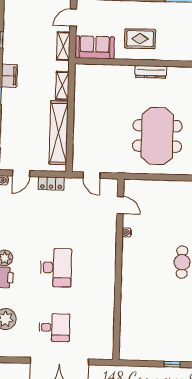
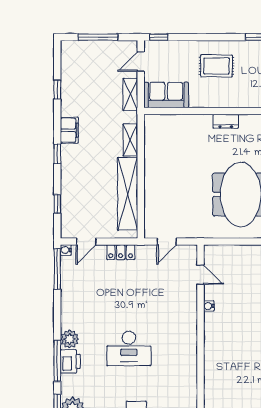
rug: (140, 39) -> (216, 66), moved
dresser: (151, 72) -> (226, 121), width x0.70
door: (92, 175) -> (167, 242), hinge flipped
desk: (56, 268) -> (129, 348), turned 90

